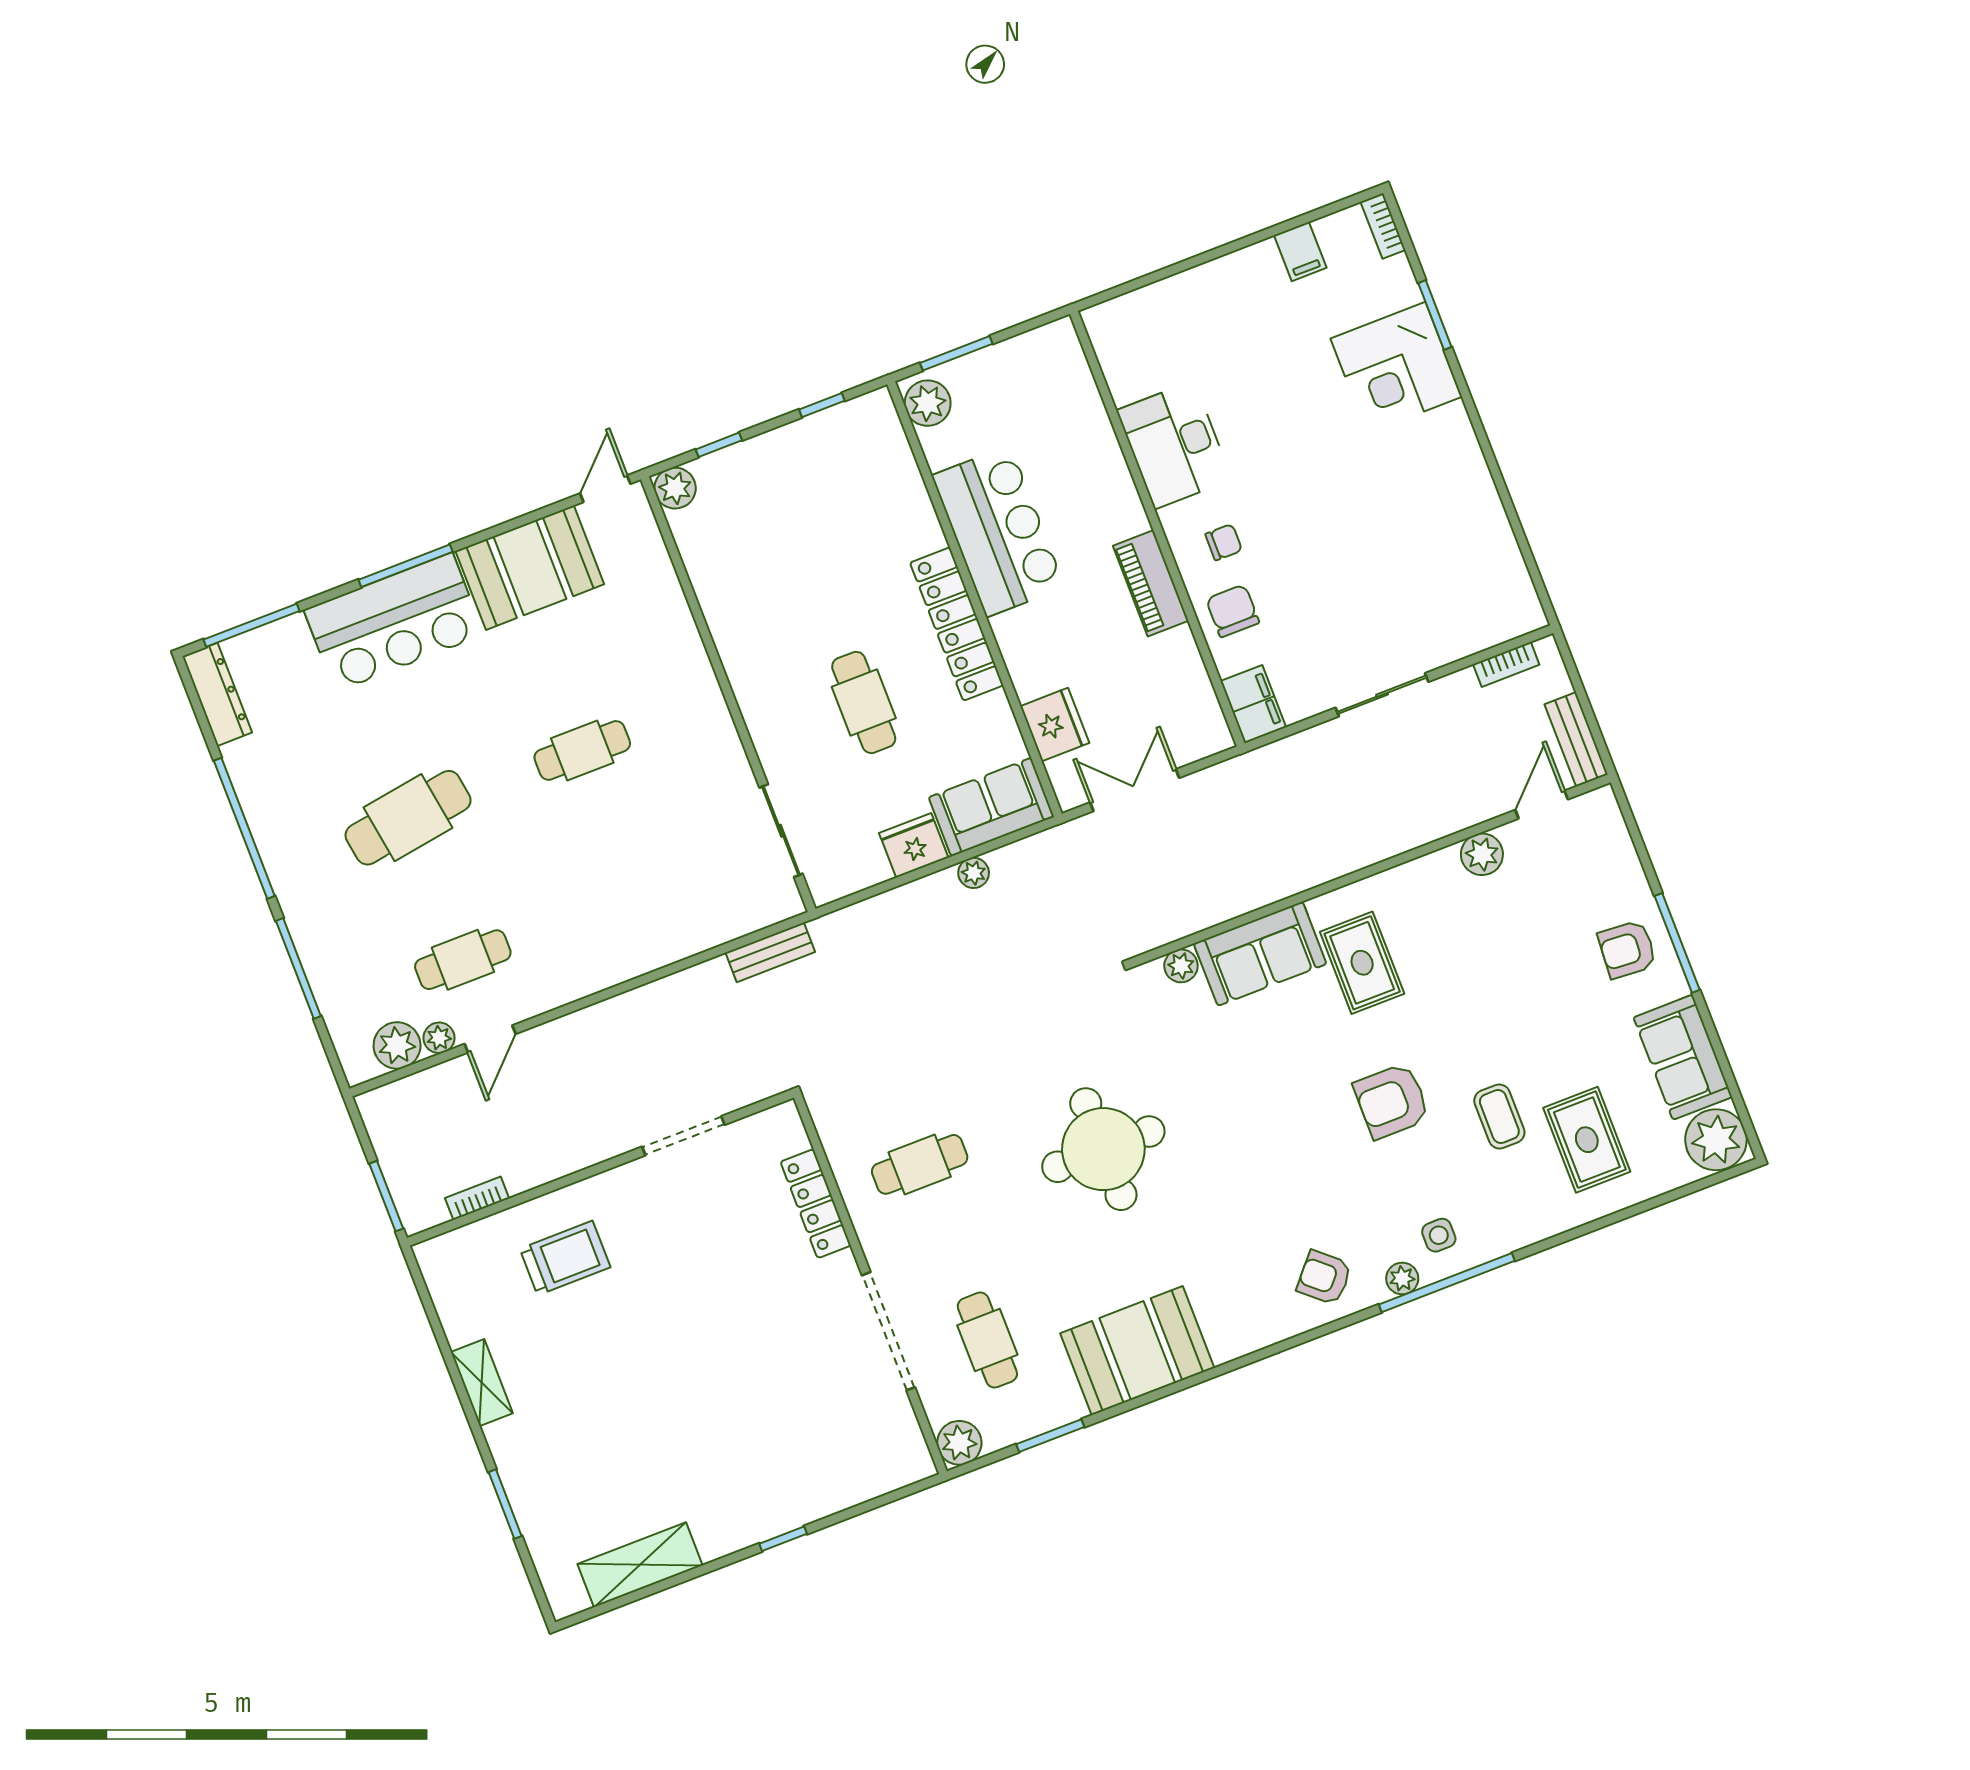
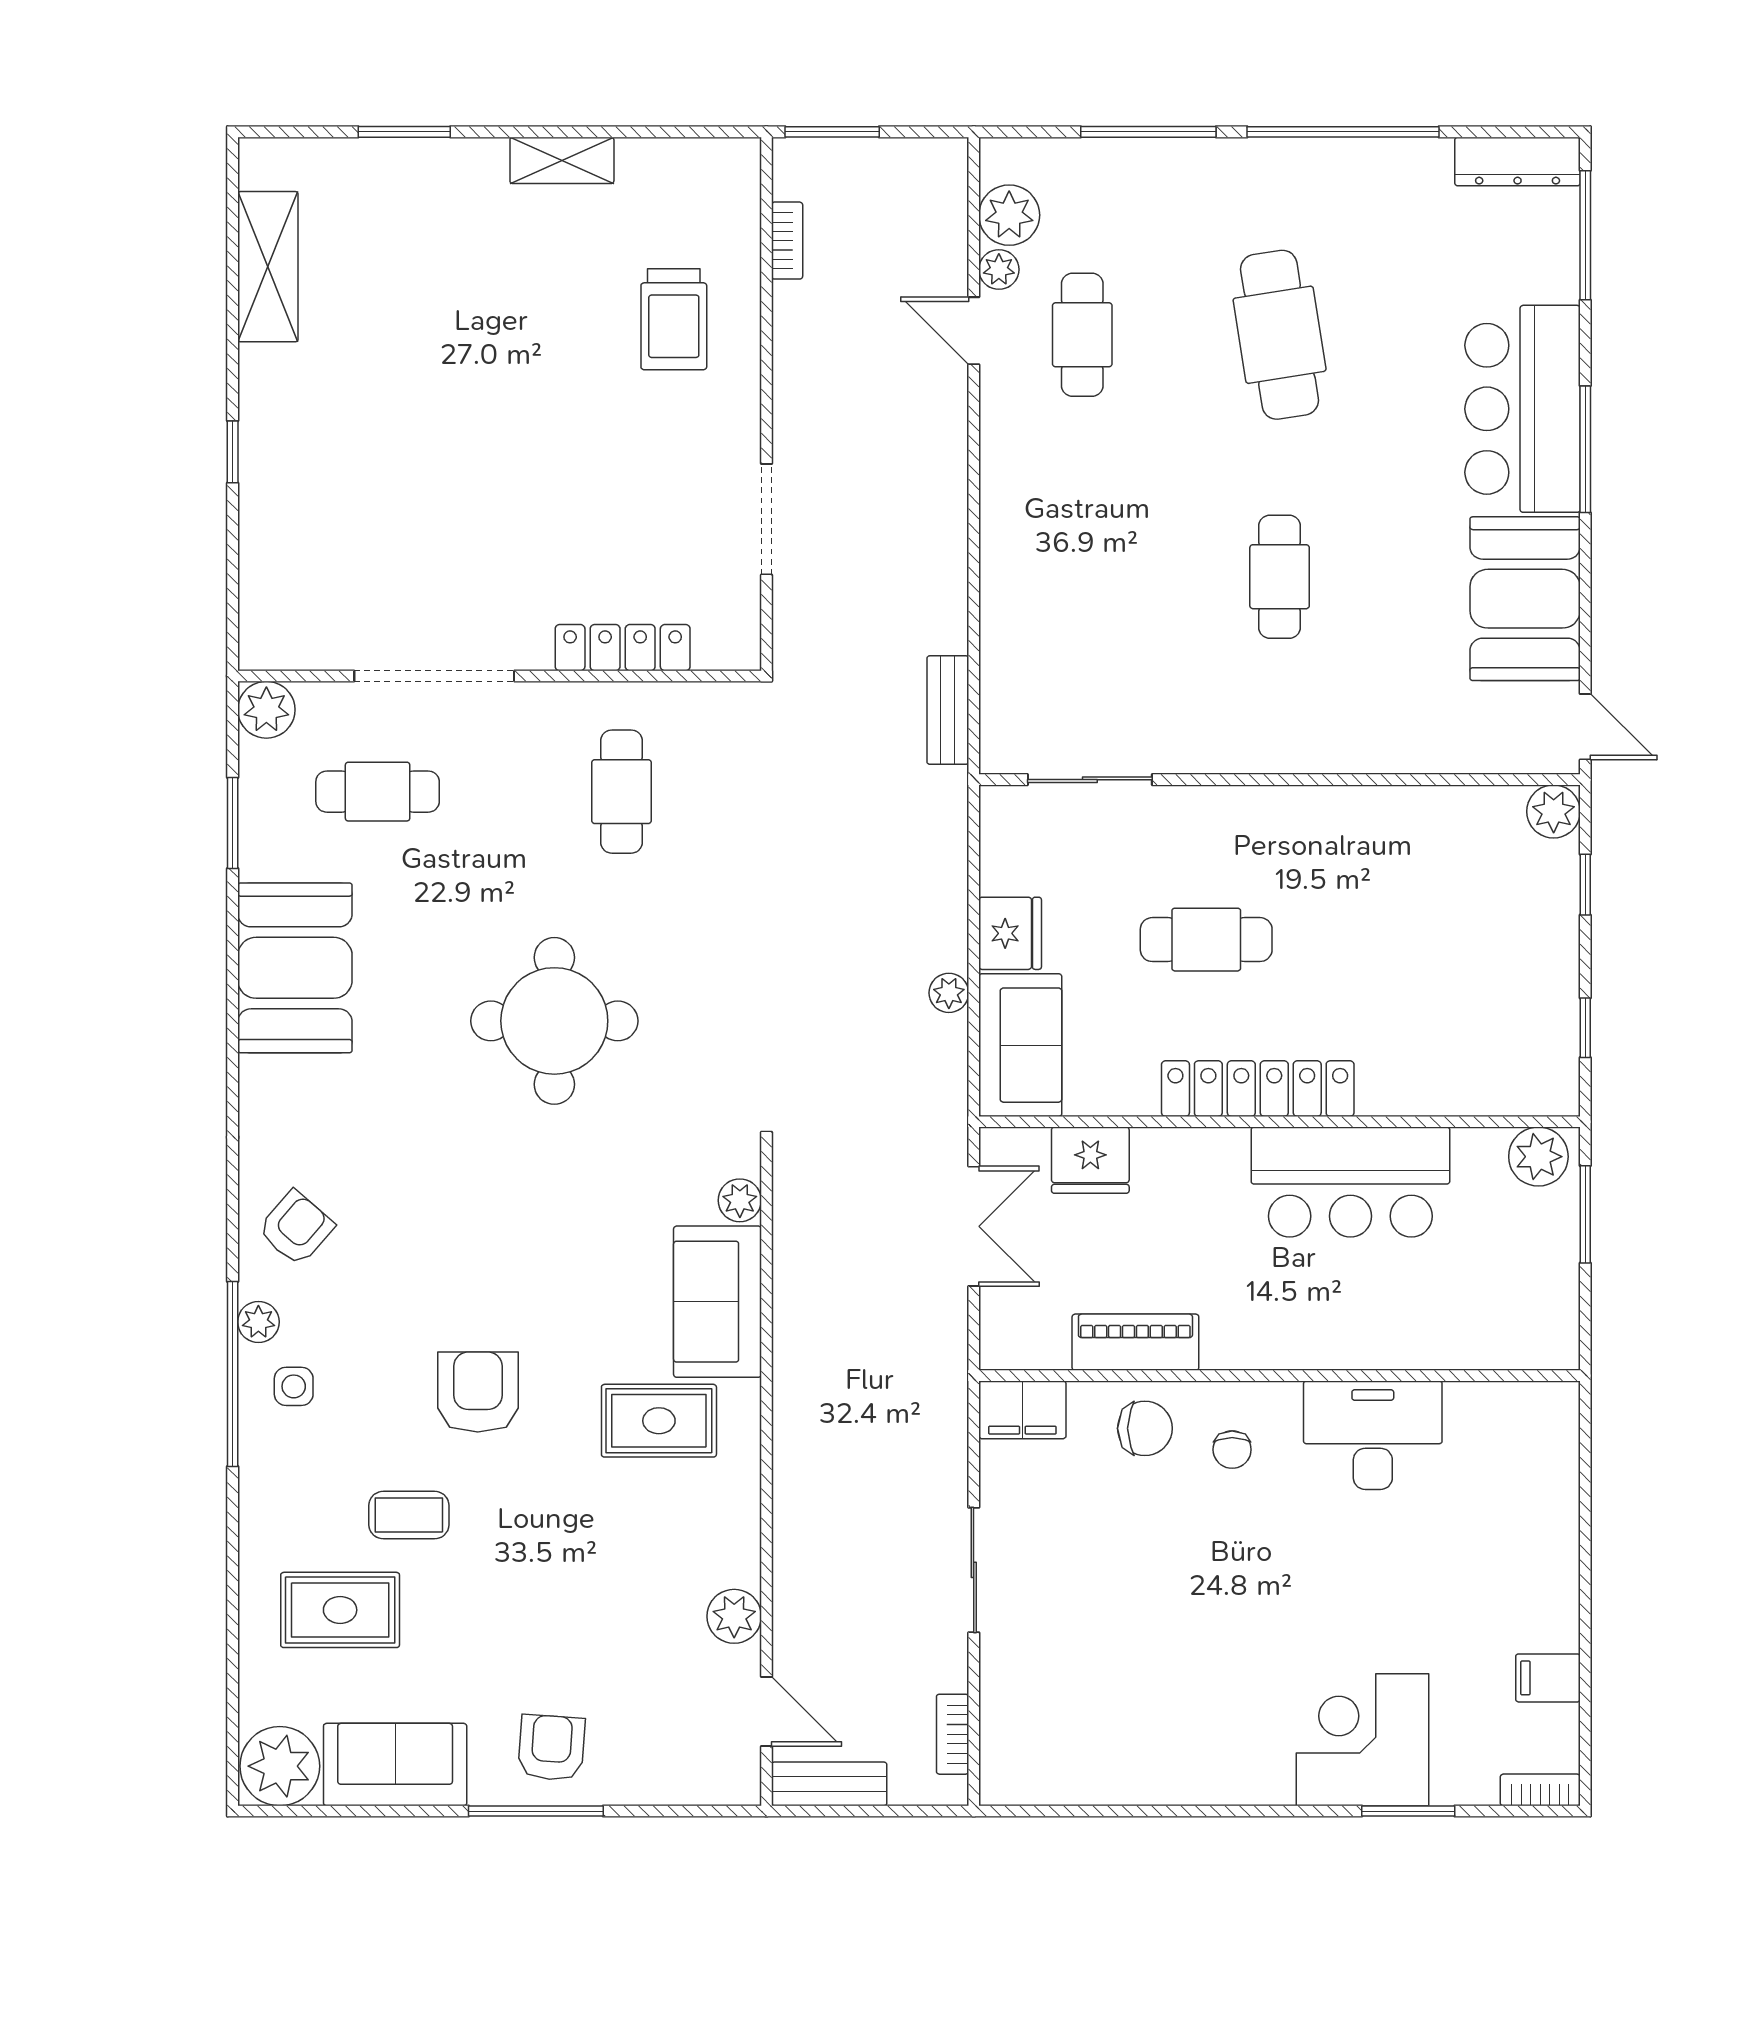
piano: (1151, 583) -> (1135, 1342), moved

